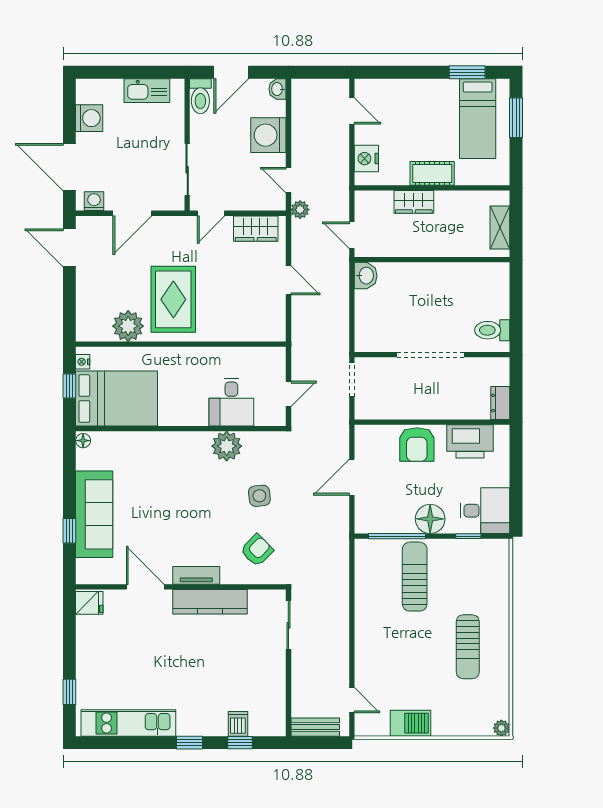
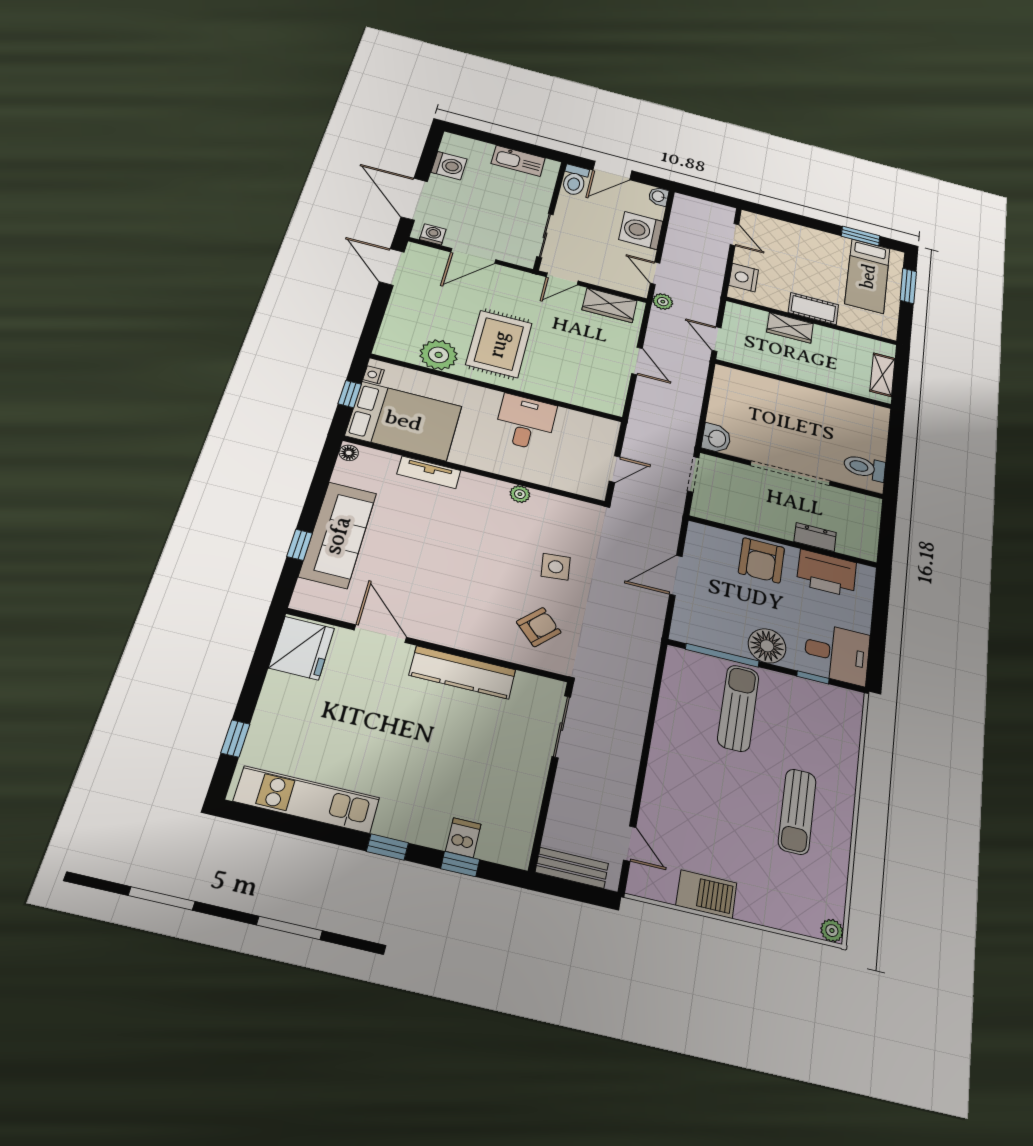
washbasin: (366, 276) -> (716, 438), moved
desk: (231, 402) -> (525, 422), moved, turned 180
dresser: (500, 403) -> (815, 537), moved, turned 90
plant: (227, 446) -> (520, 494), width x0.53, depth x0.53
tv unit: (196, 575) -> (429, 472), moved, turned 180
fridge: (89, 603) -> (302, 648), width x1.88, depth x1.34

